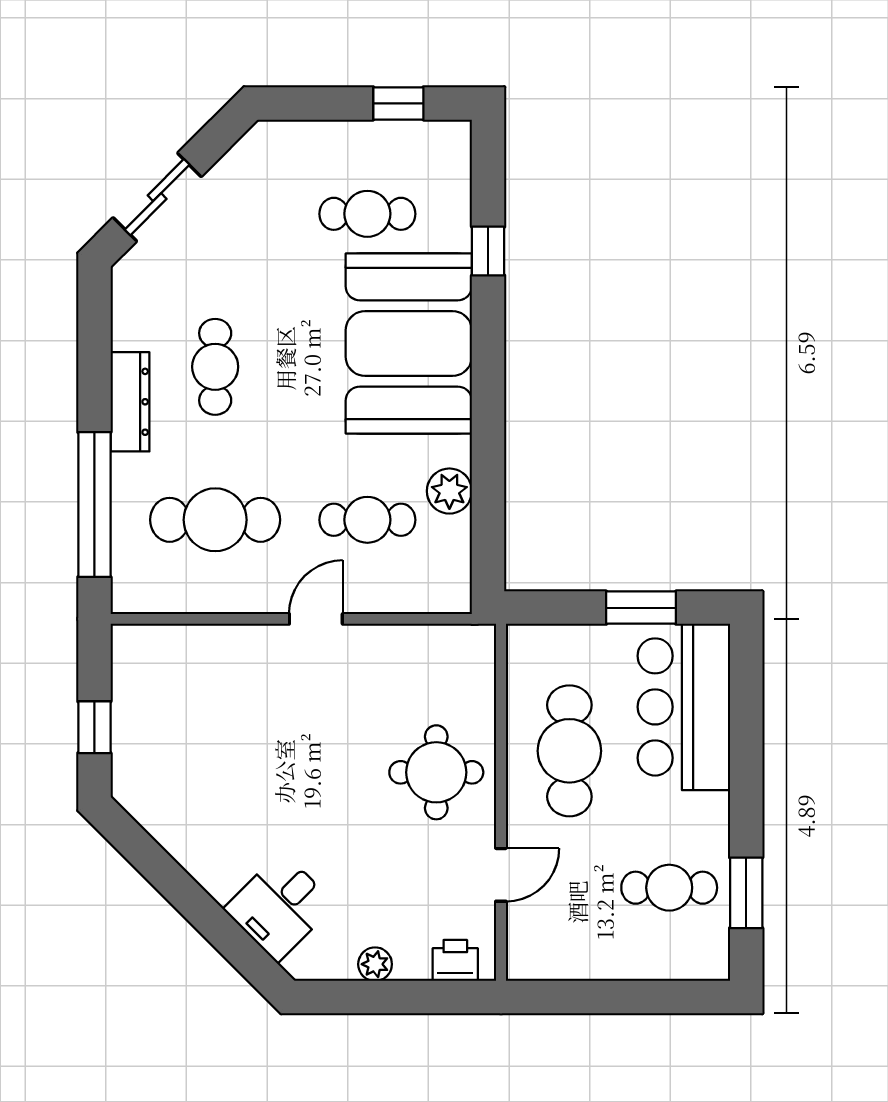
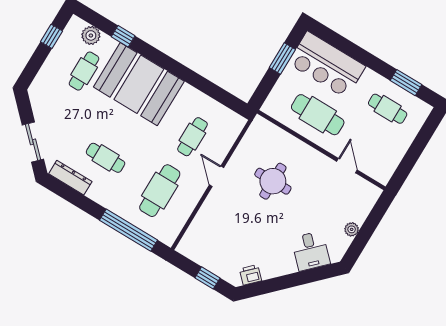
dresser: (130, 402) -> (70, 178), moved
plant: (449, 491) -> (91, 35), moved
round table: (436, 772) -> (273, 181), moved
cafe table: (669, 888) -> (388, 109), turned 90
printer: (455, 960) -> (250, 275), moved, turned 45

